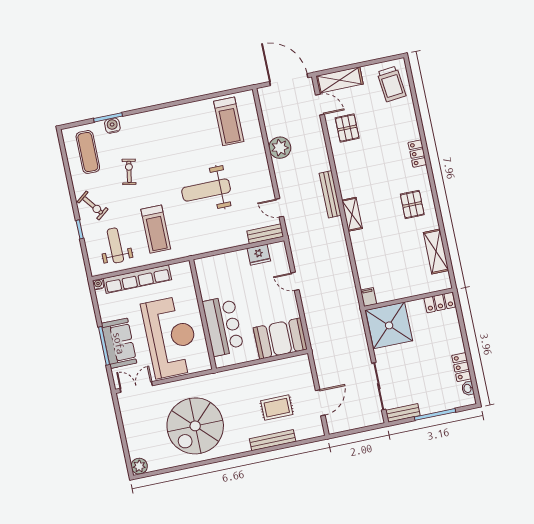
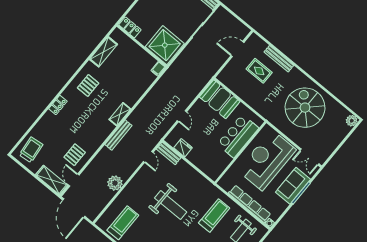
spiral stairs: (195, 426) -> (305, 108), turned -90

